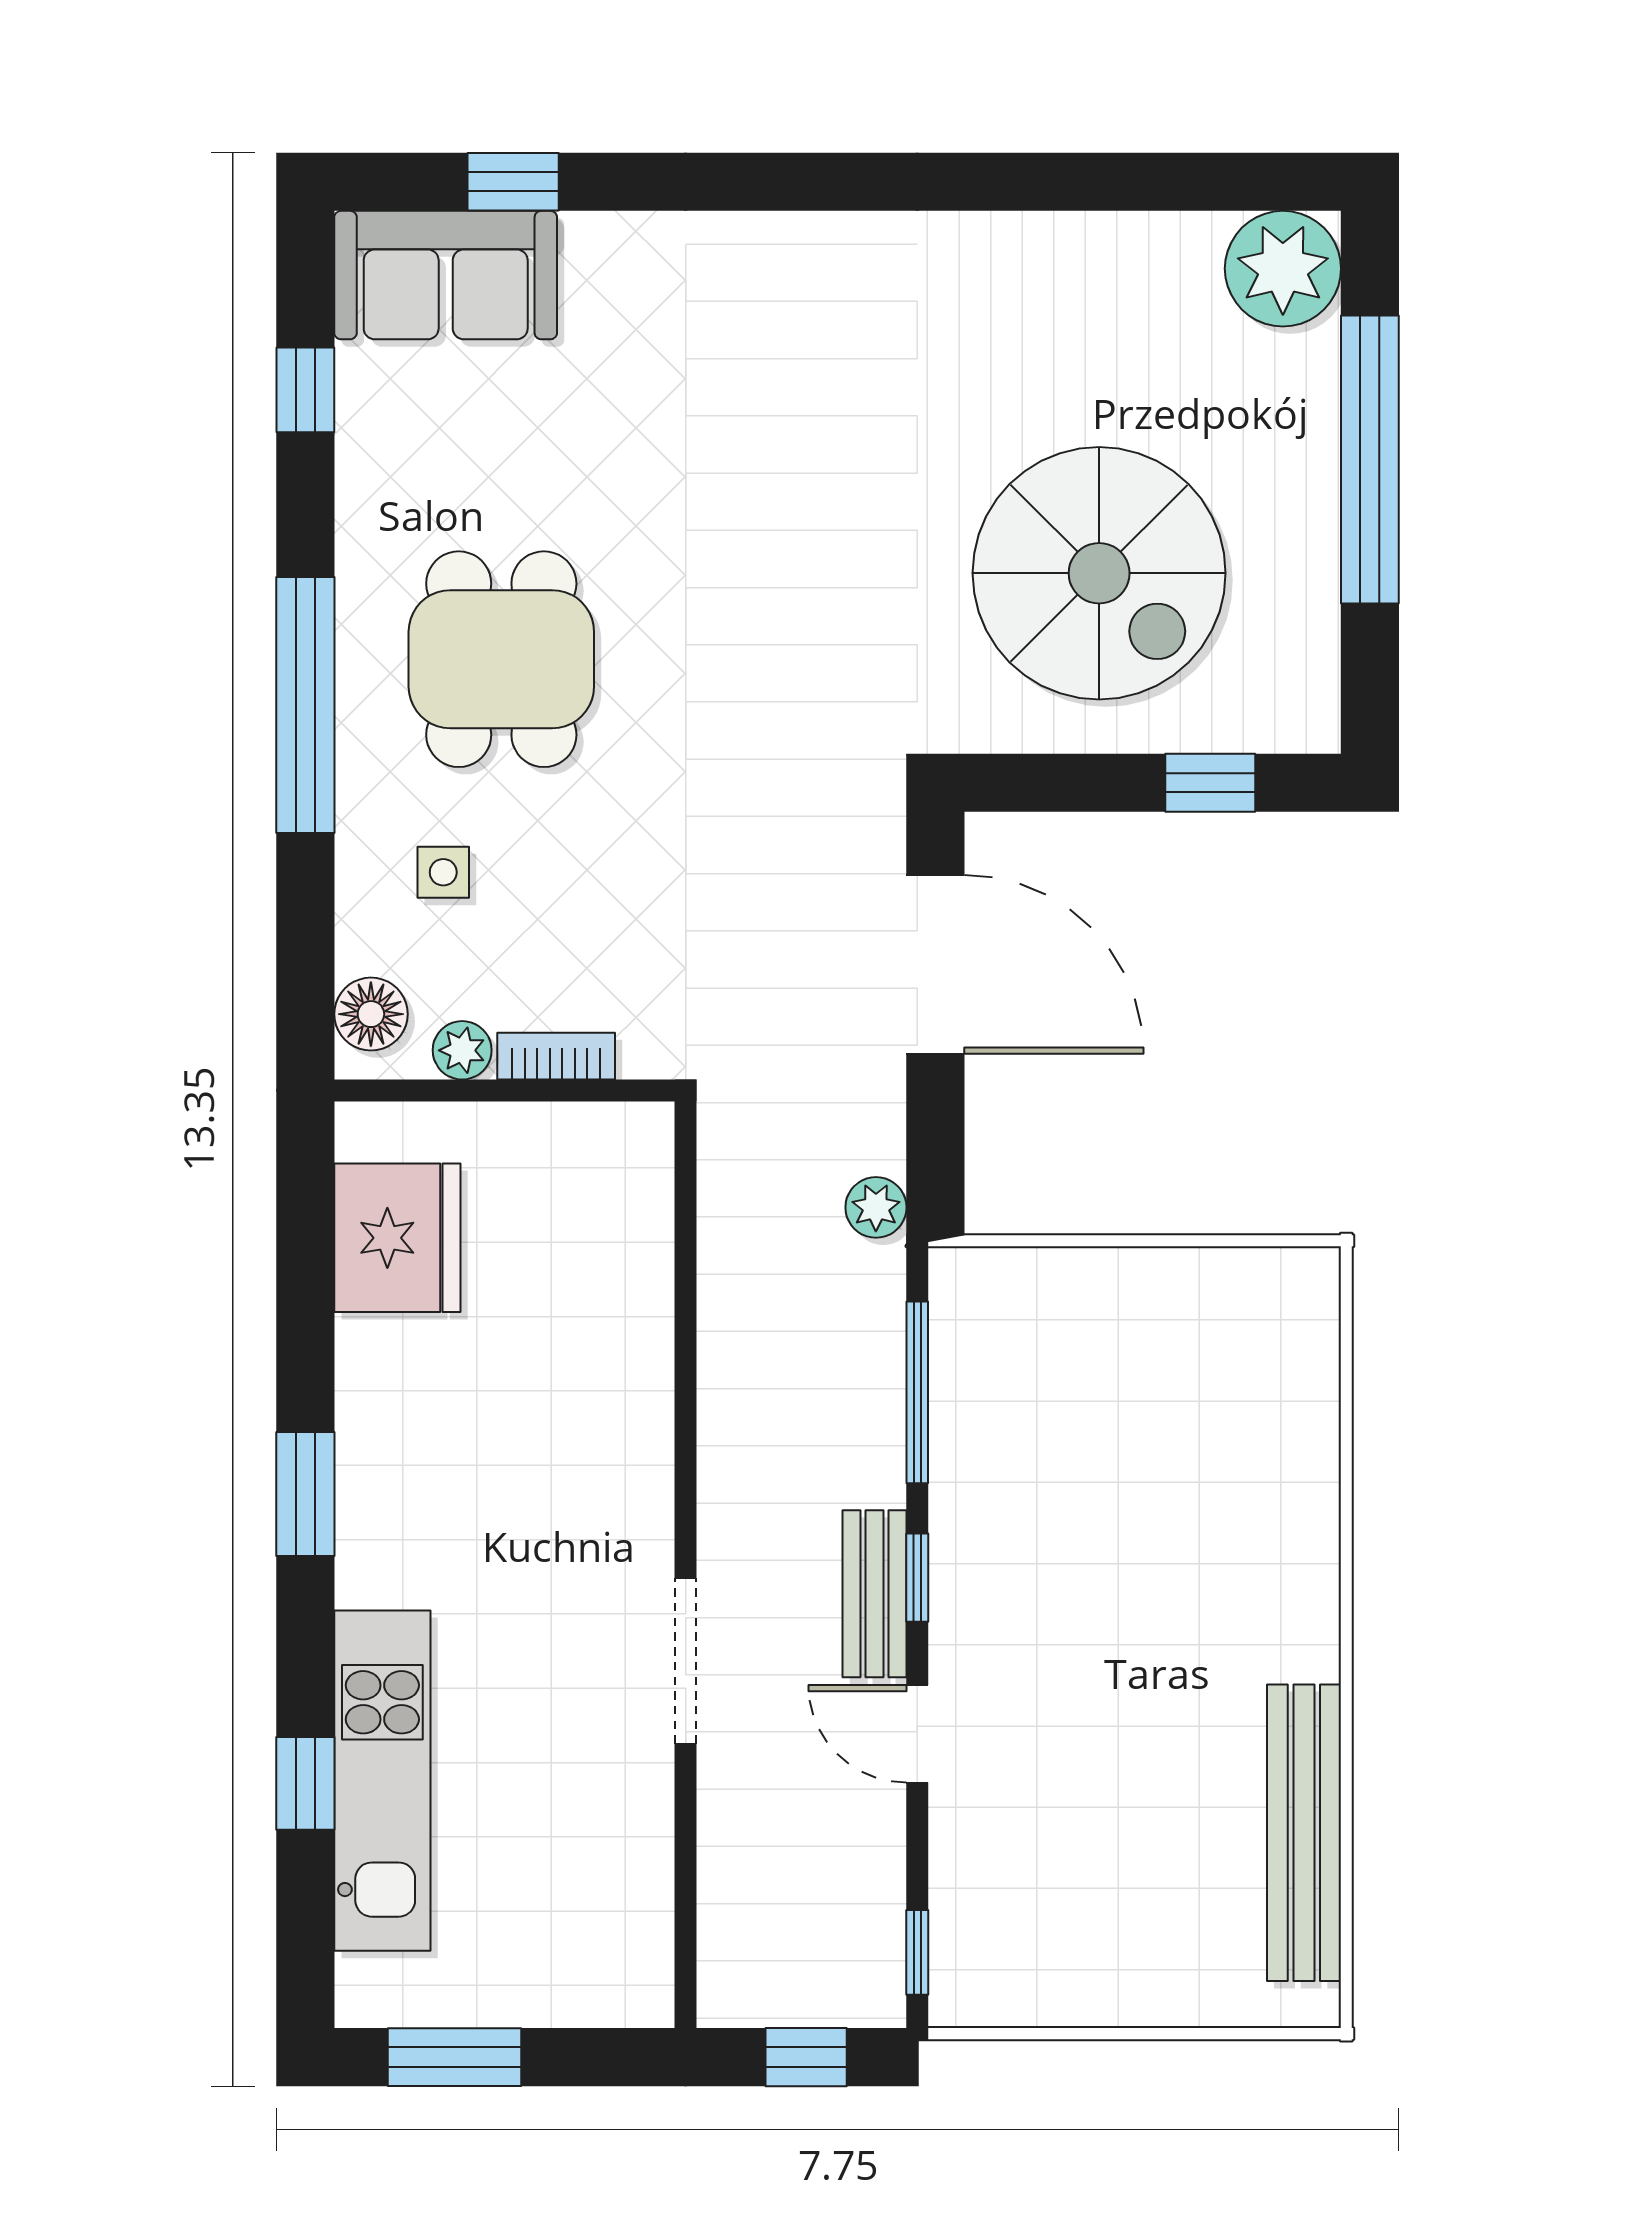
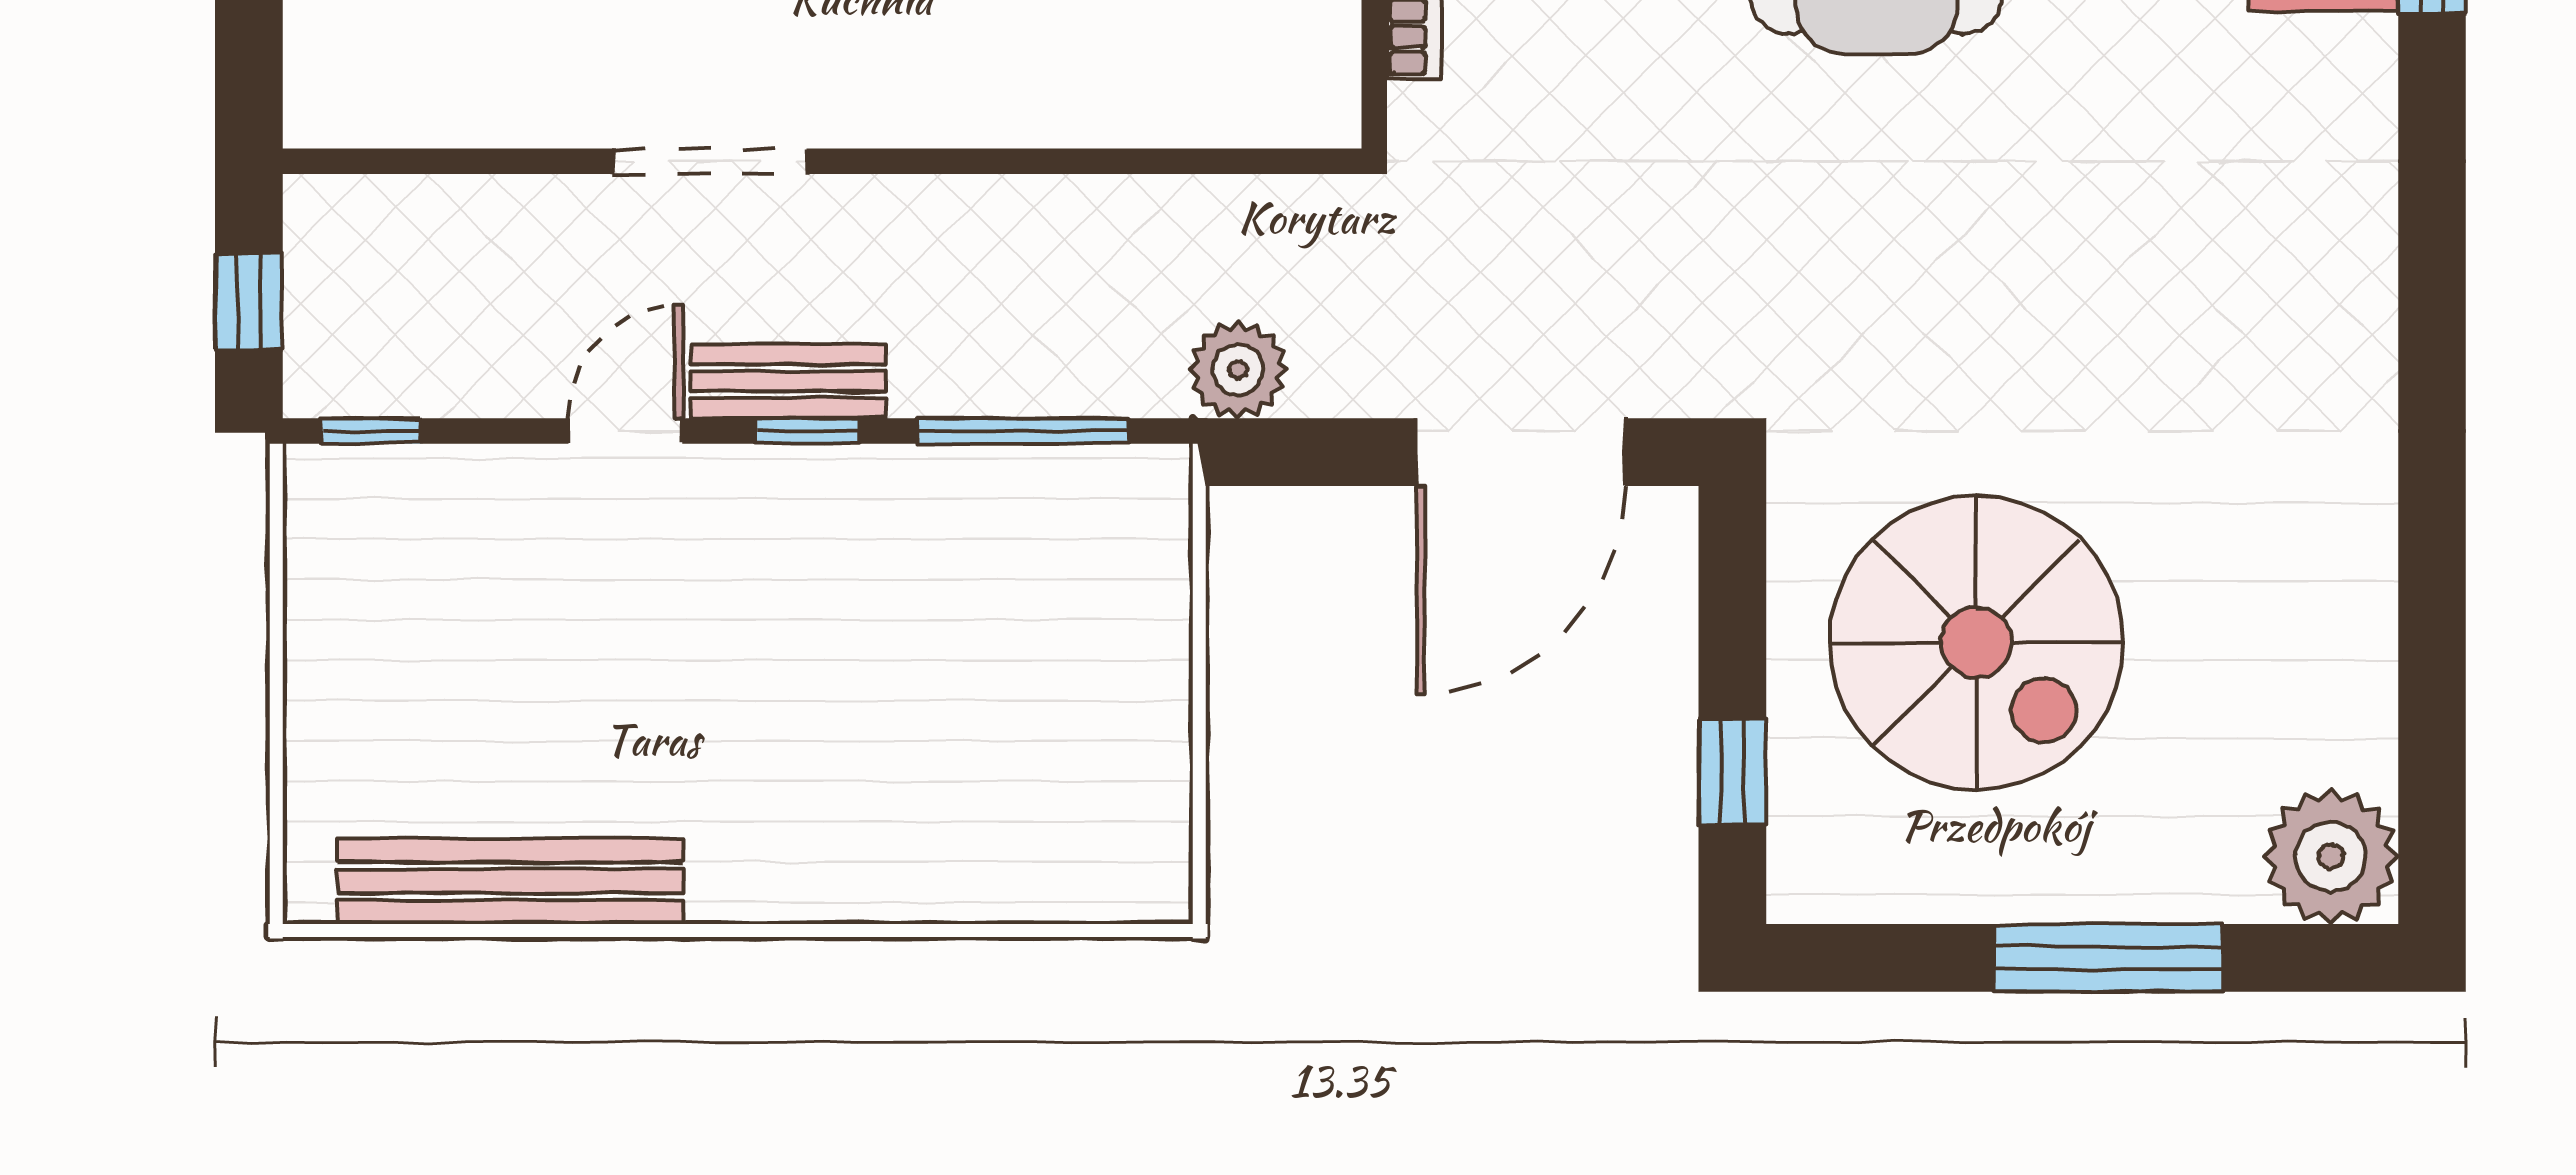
window: (1370, 460) -> (2109, 958), width x0.68
spiral stairs: (1099, 573) -> (1976, 643), turned -90
plant: (876, 1207) -> (1238, 370), width x1.38, depth x1.38

